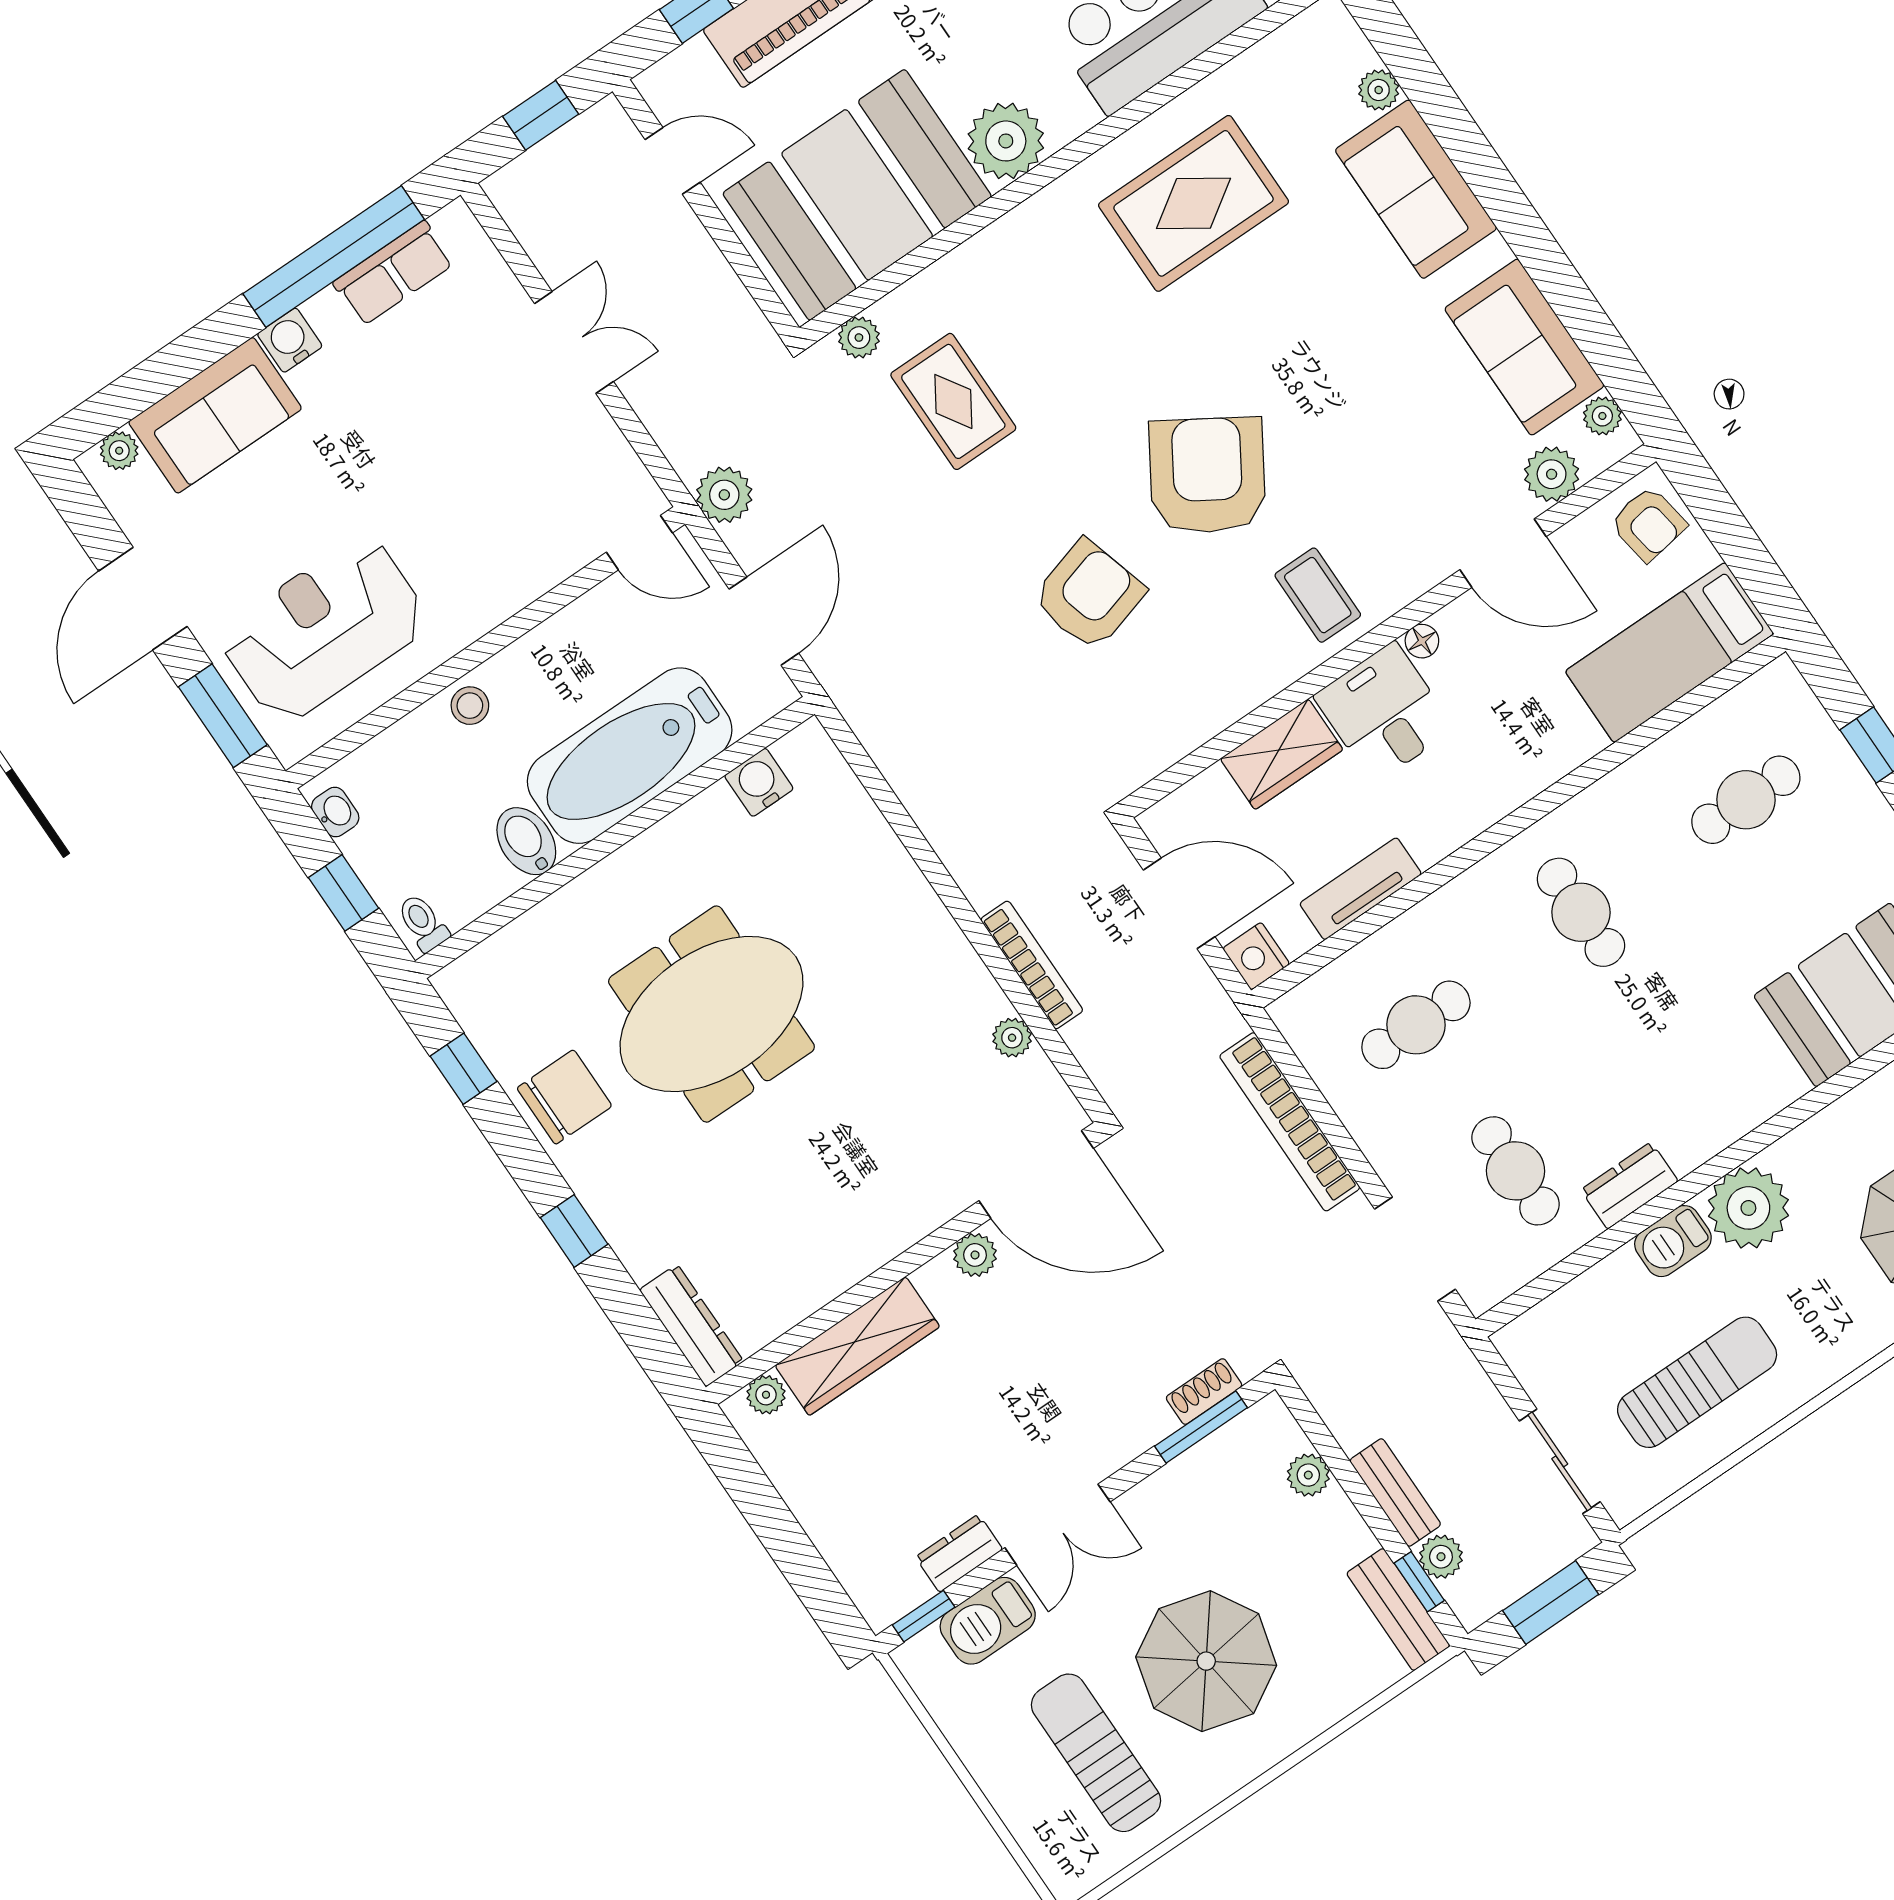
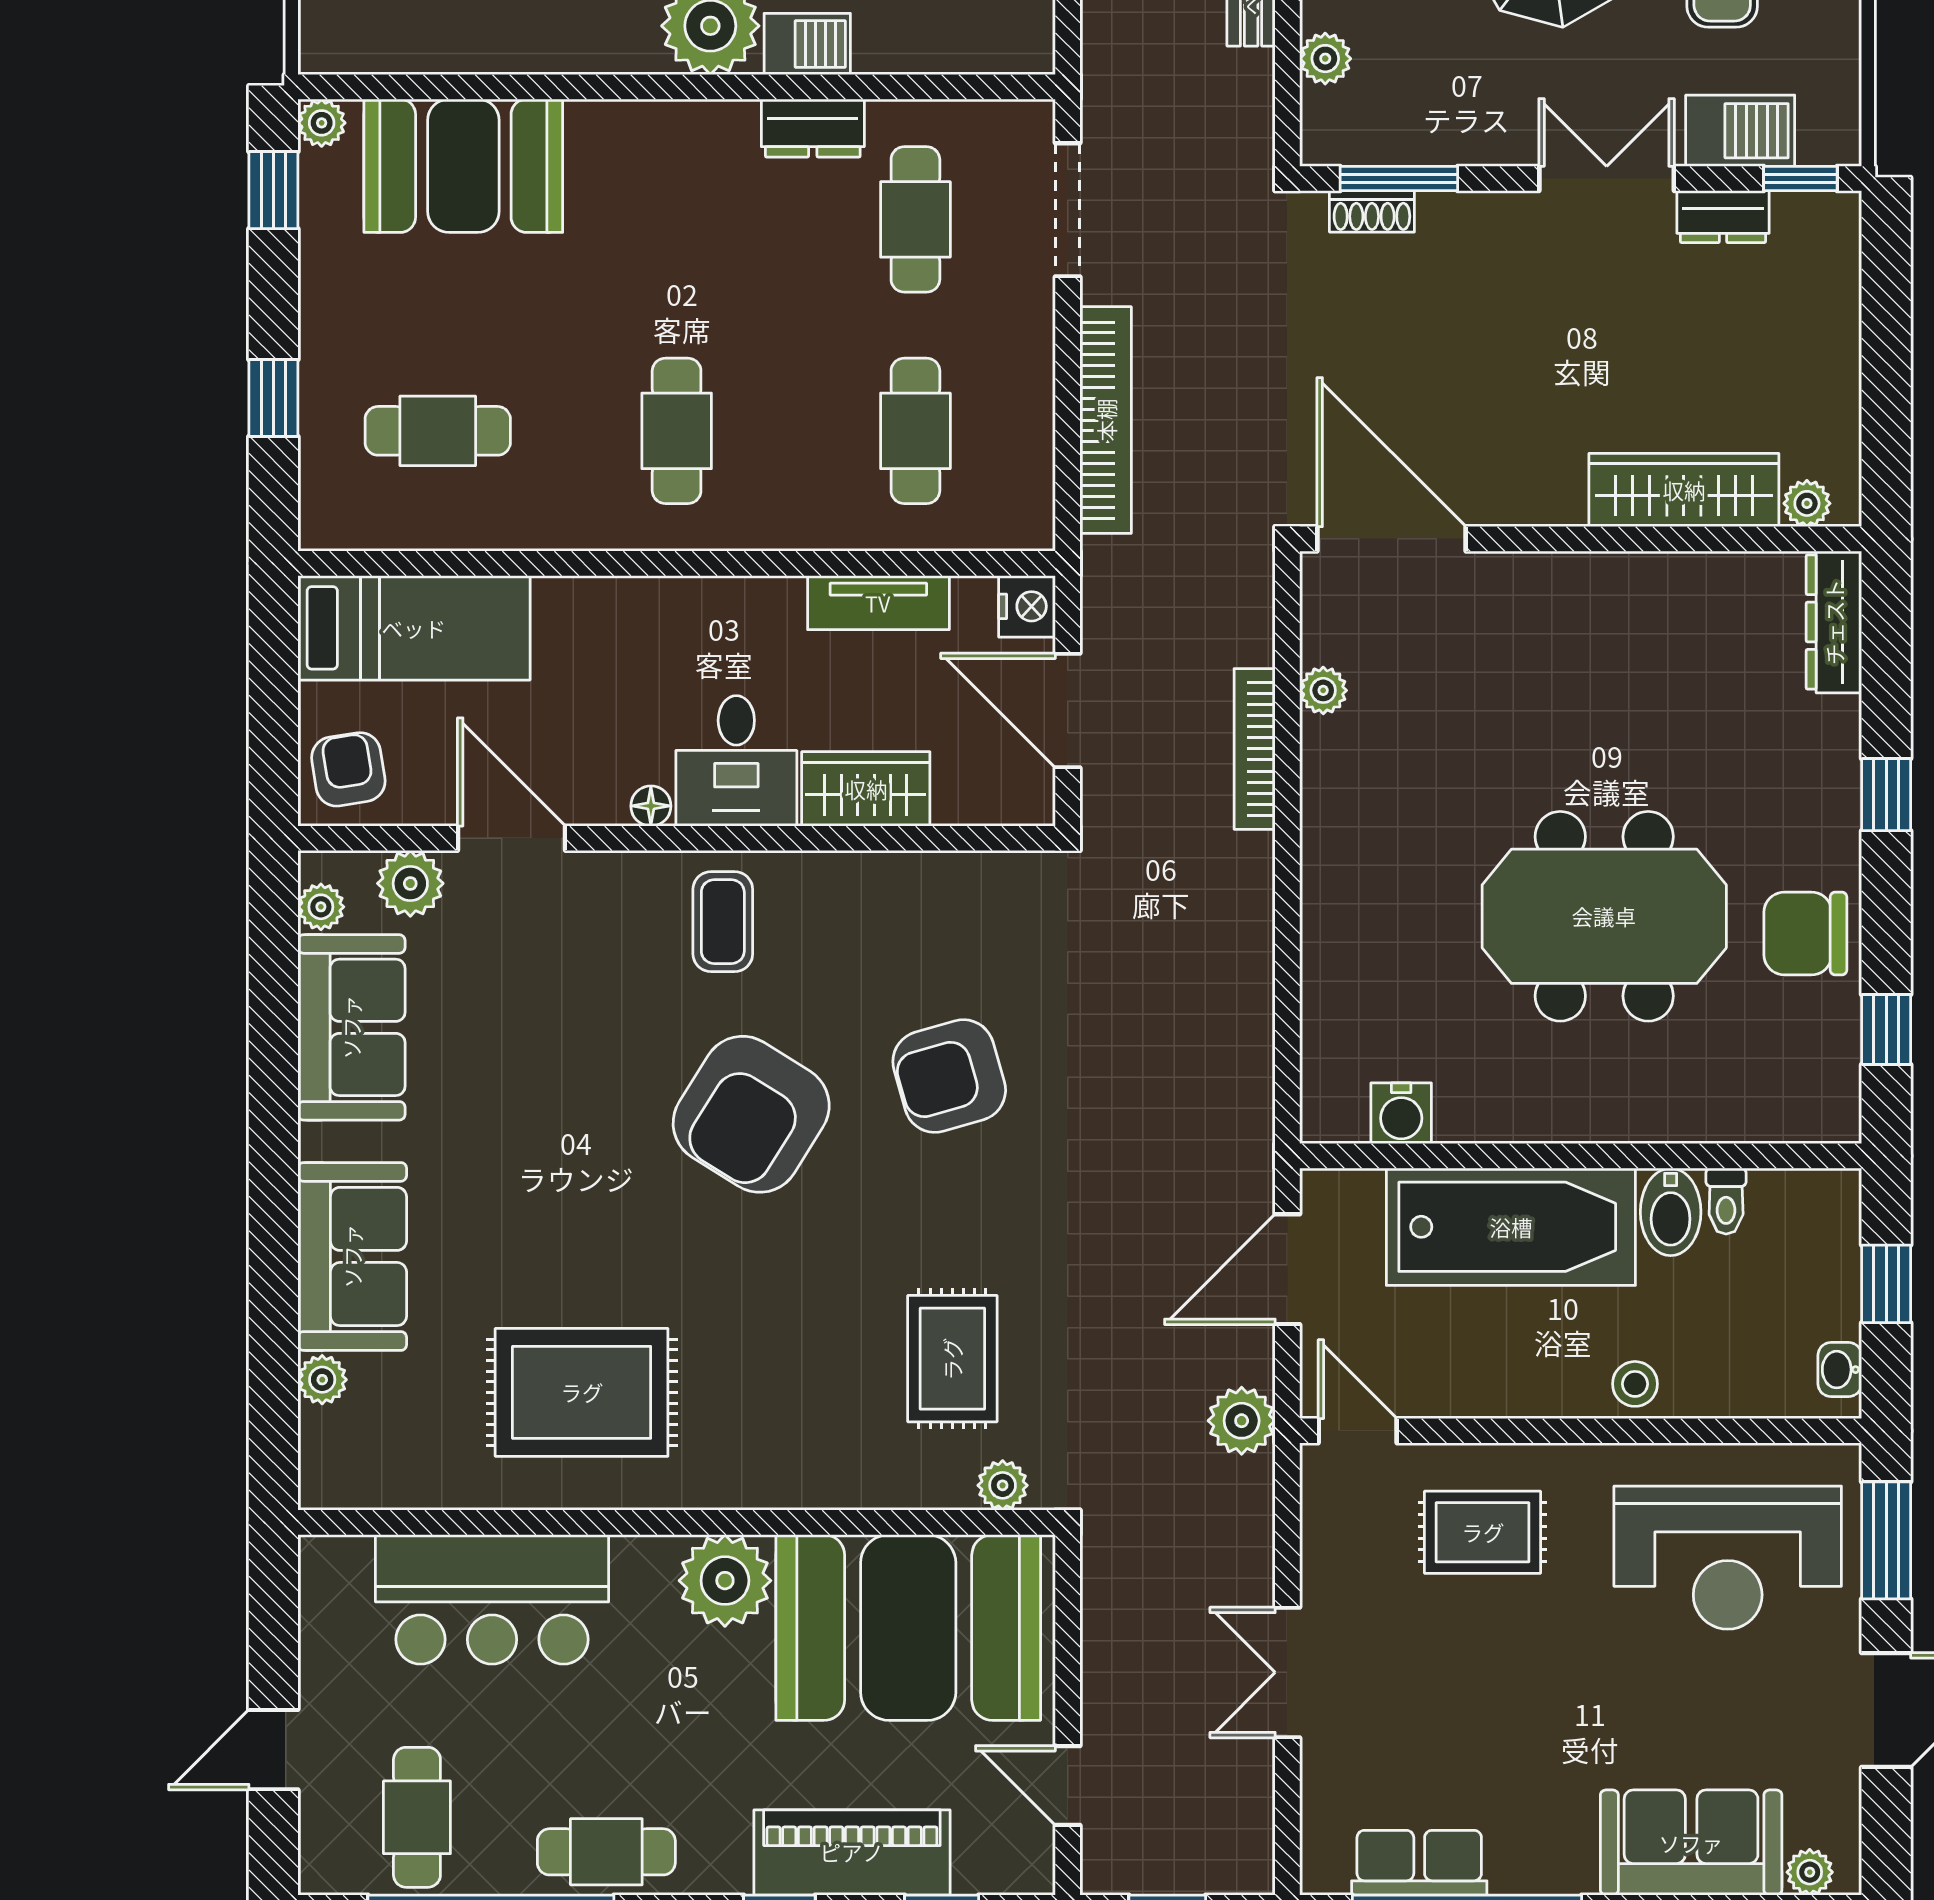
water cooler: (290, 340) -> (1567, 1866), removed
rug: (505, 531) -> (1483, 1532), added
toilet: (423, 923) -> (1726, 1201), moved
cafe table: (1416, 1025) -> (915, 431), turned 90
plant: (975, 1255) -> (1506, 501), removed

